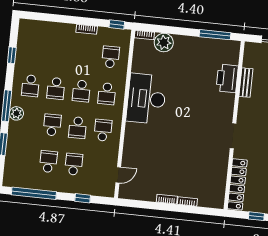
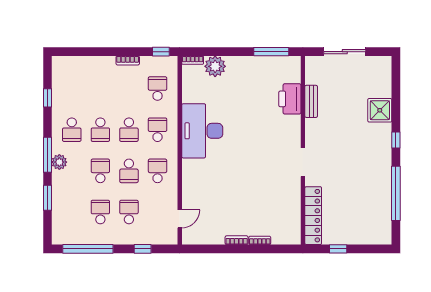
school desk: (107, 94) -> (158, 130), turned 180

